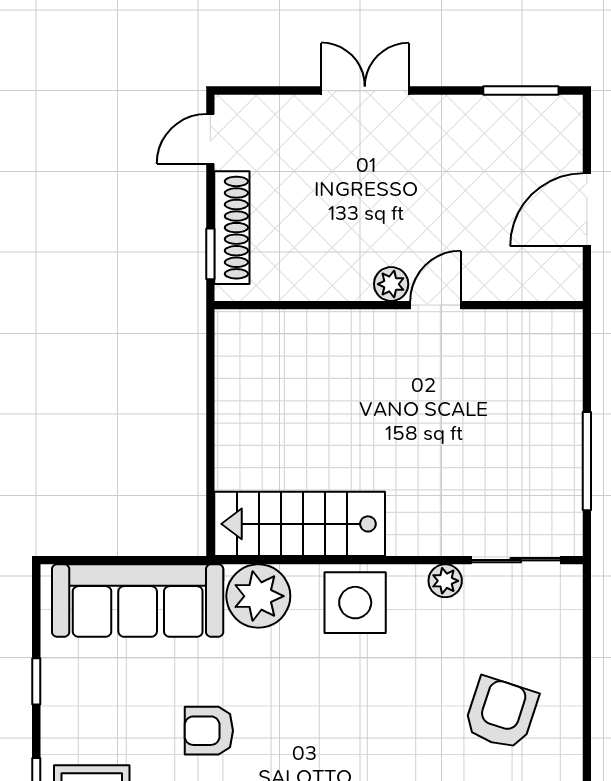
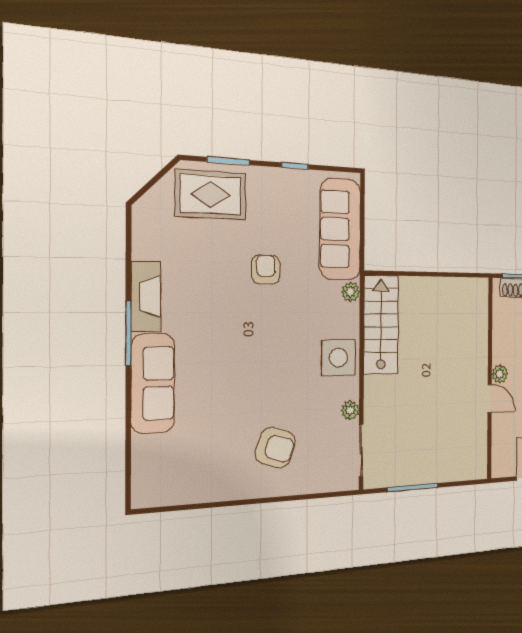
plant: (258, 596) -> (351, 292), width x0.53, depth x0.53

